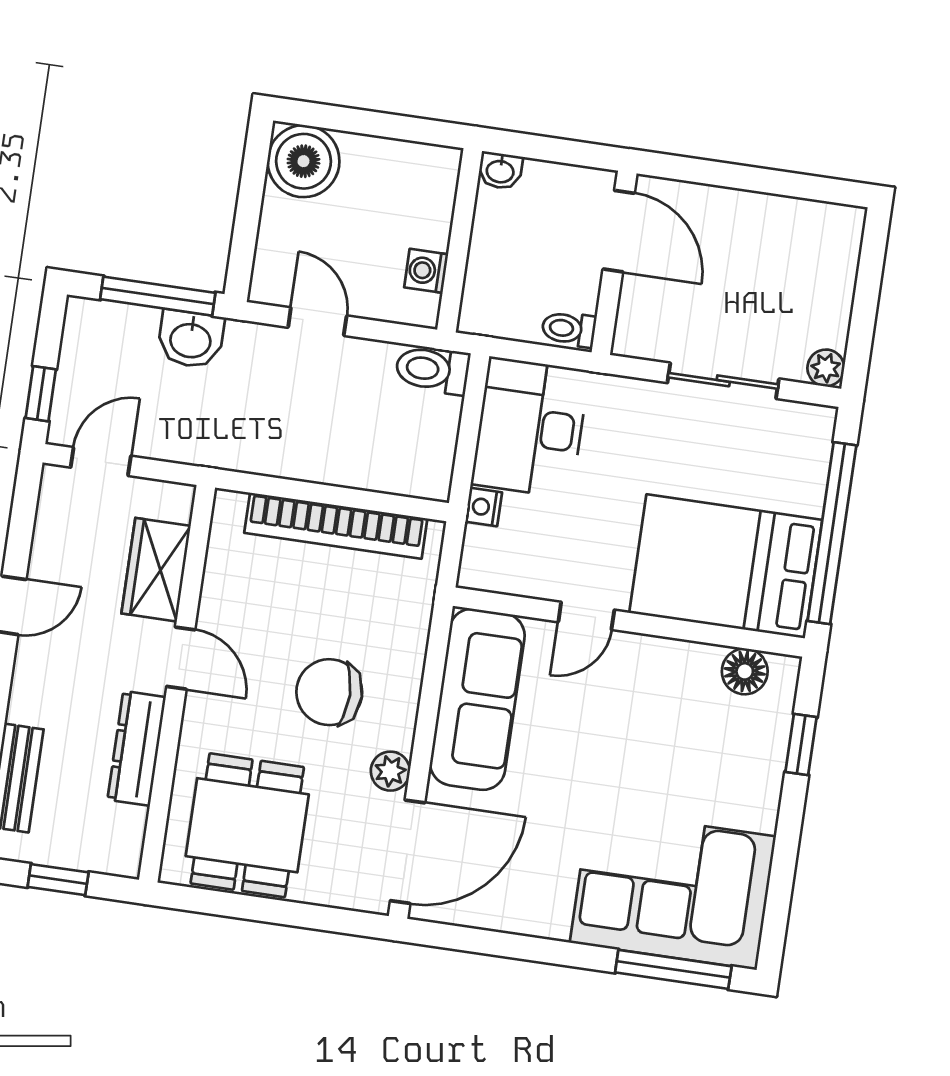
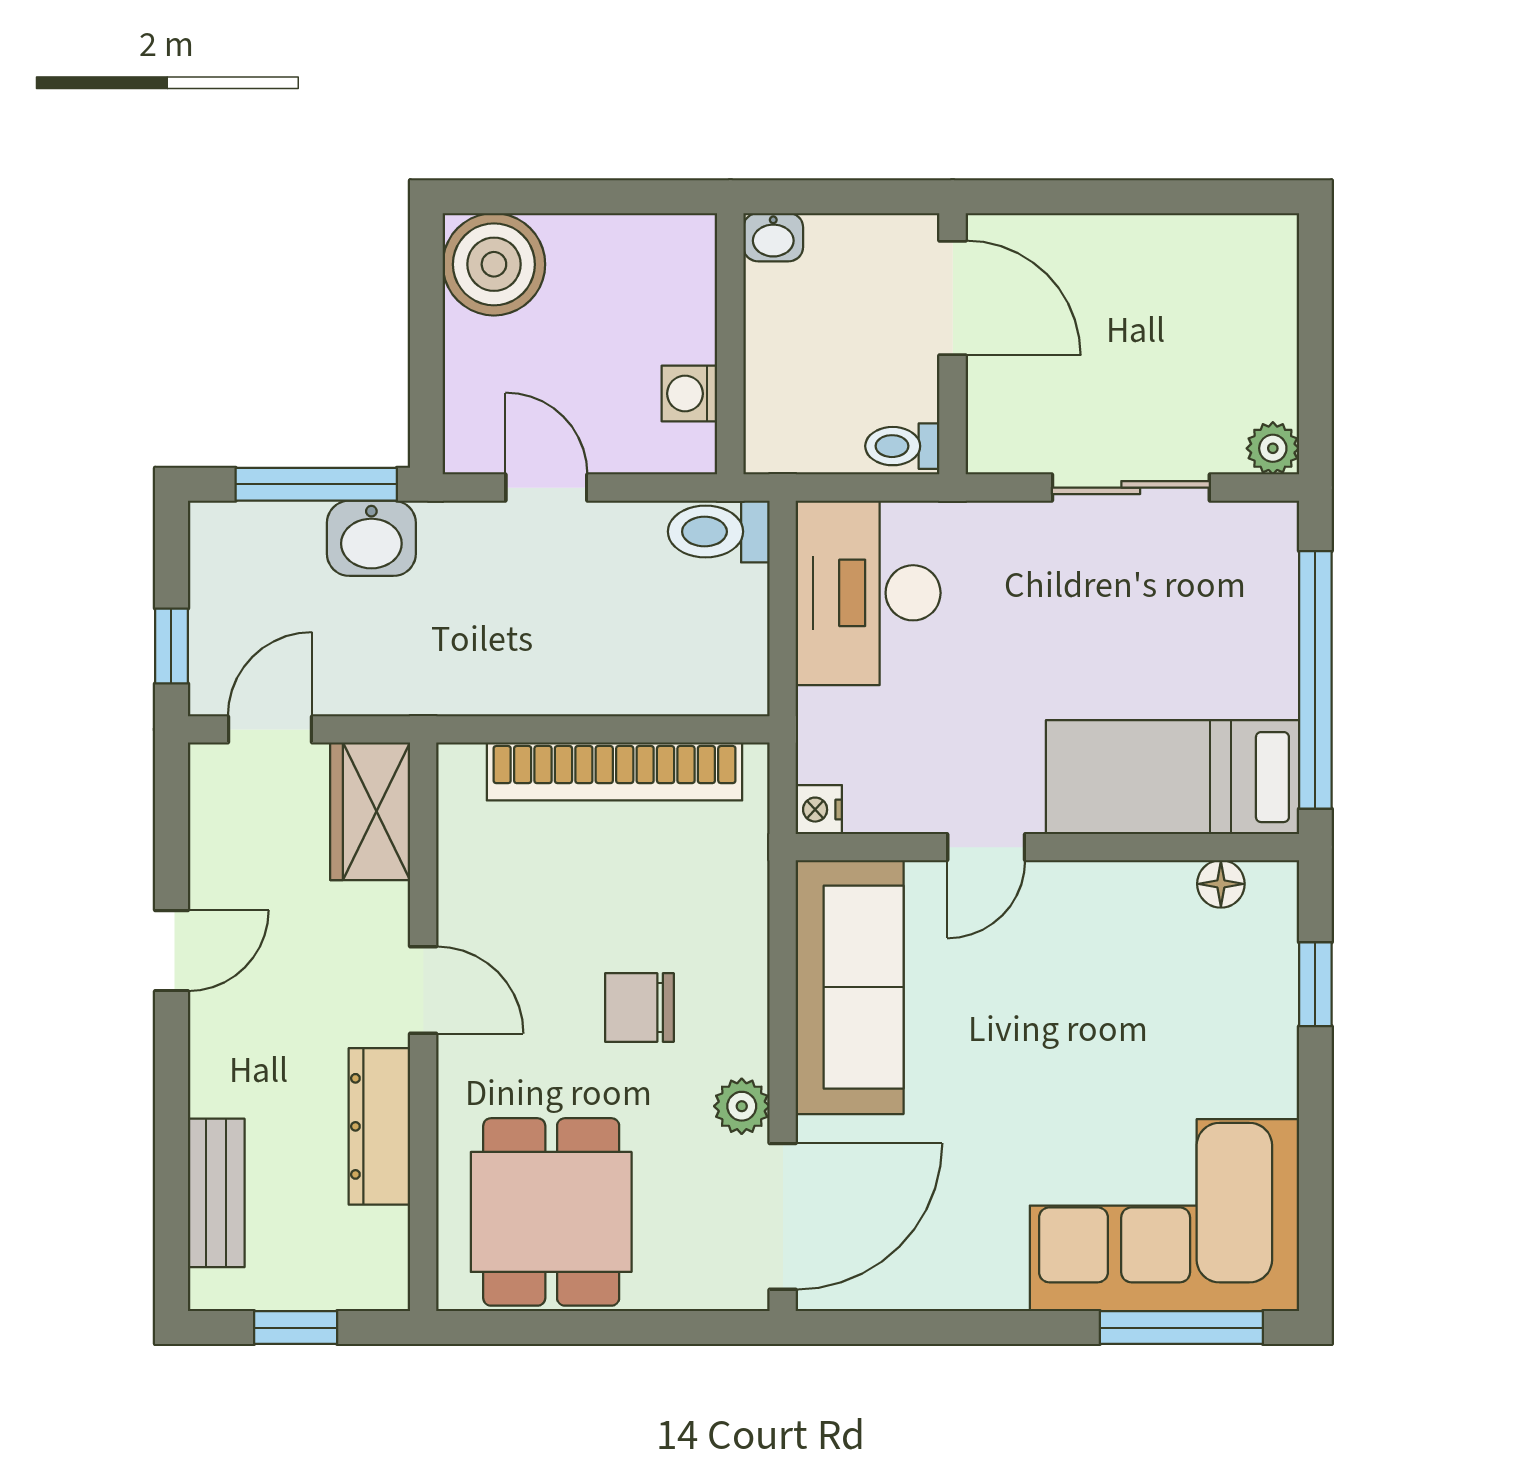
nightstand: (483, 507) -> (819, 810), moved
bed: (726, 566) -> (1172, 777), width x0.67
wardrobe: (156, 570) -> (370, 811), moved
floor lamp: (745, 671) -> (1221, 884), width x0.73, depth x0.73
chair: (329, 692) -> (639, 1007), width x0.73, depth x0.73

